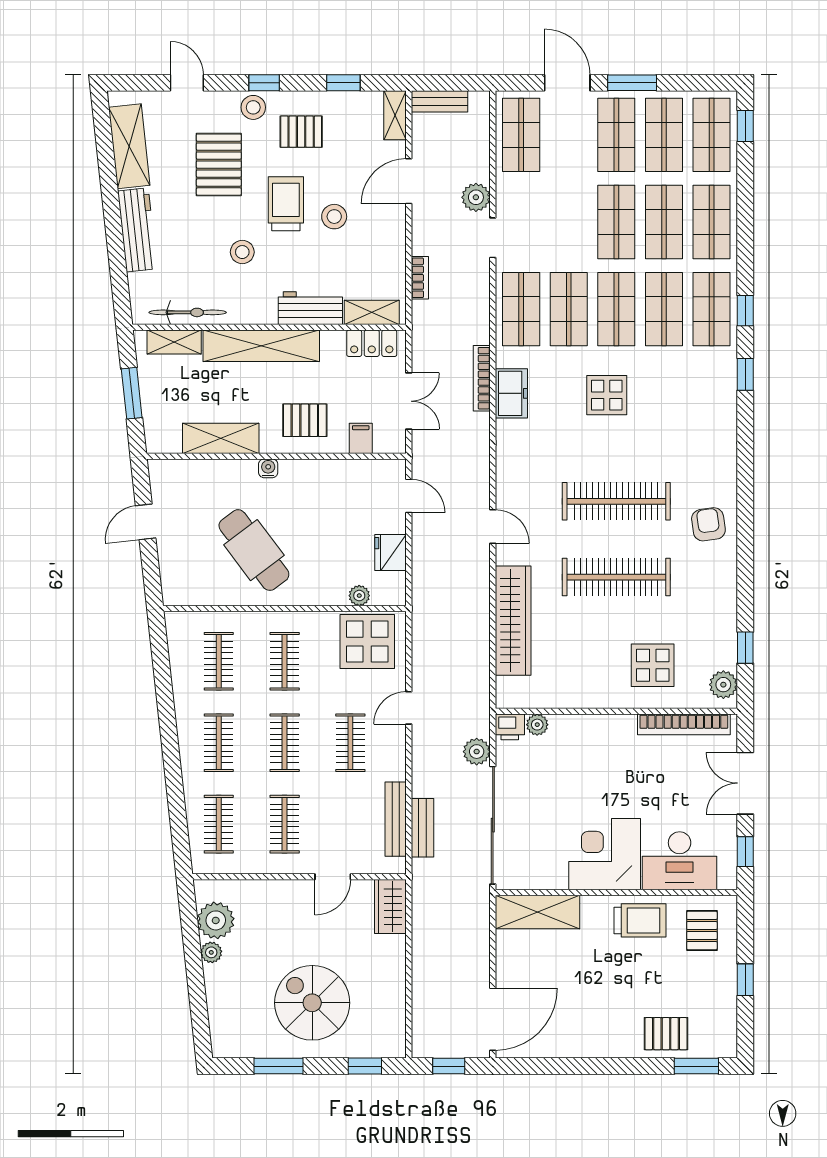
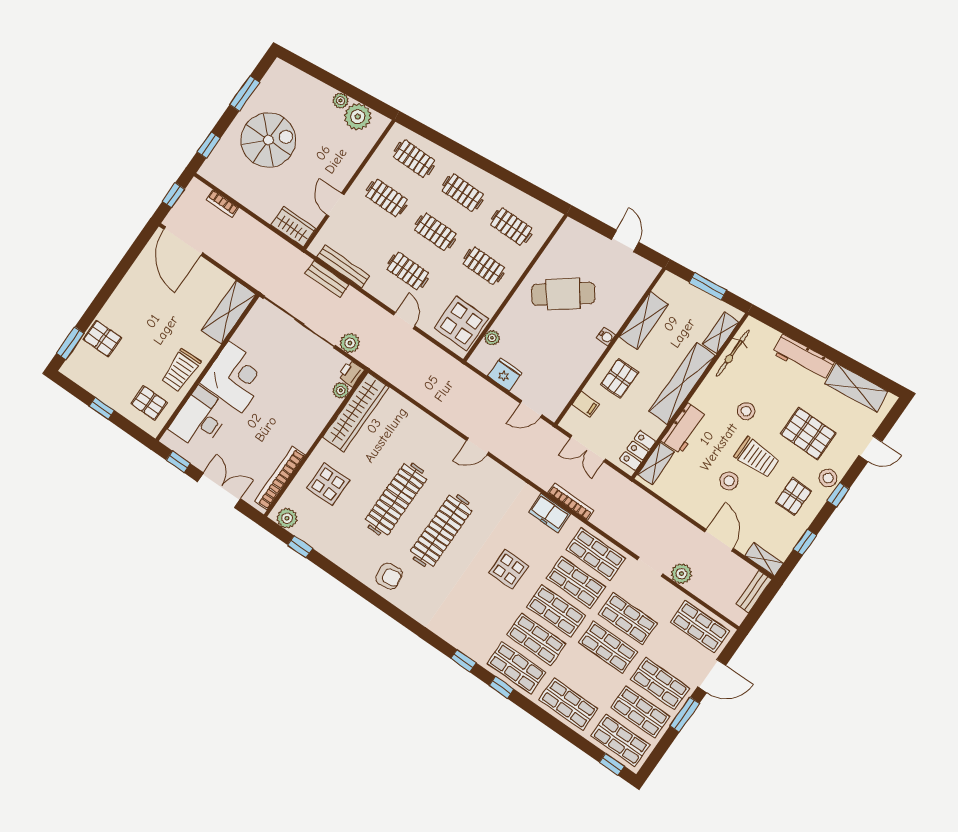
shop shelf: (664, 222) -> (628, 619), moved
bookcase: (420, 278) -> (222, 204), moved
wardrobe: (513, 621) -> (356, 412), moved, turned -90
pallet: (666, 1034) -> (102, 339), turned 90

